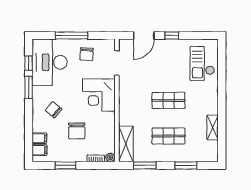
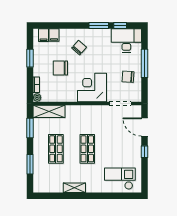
desk: (50, 62) -> (126, 40), width x0.73, depth x0.77
shelving: (213, 127) -> (74, 188), moved

